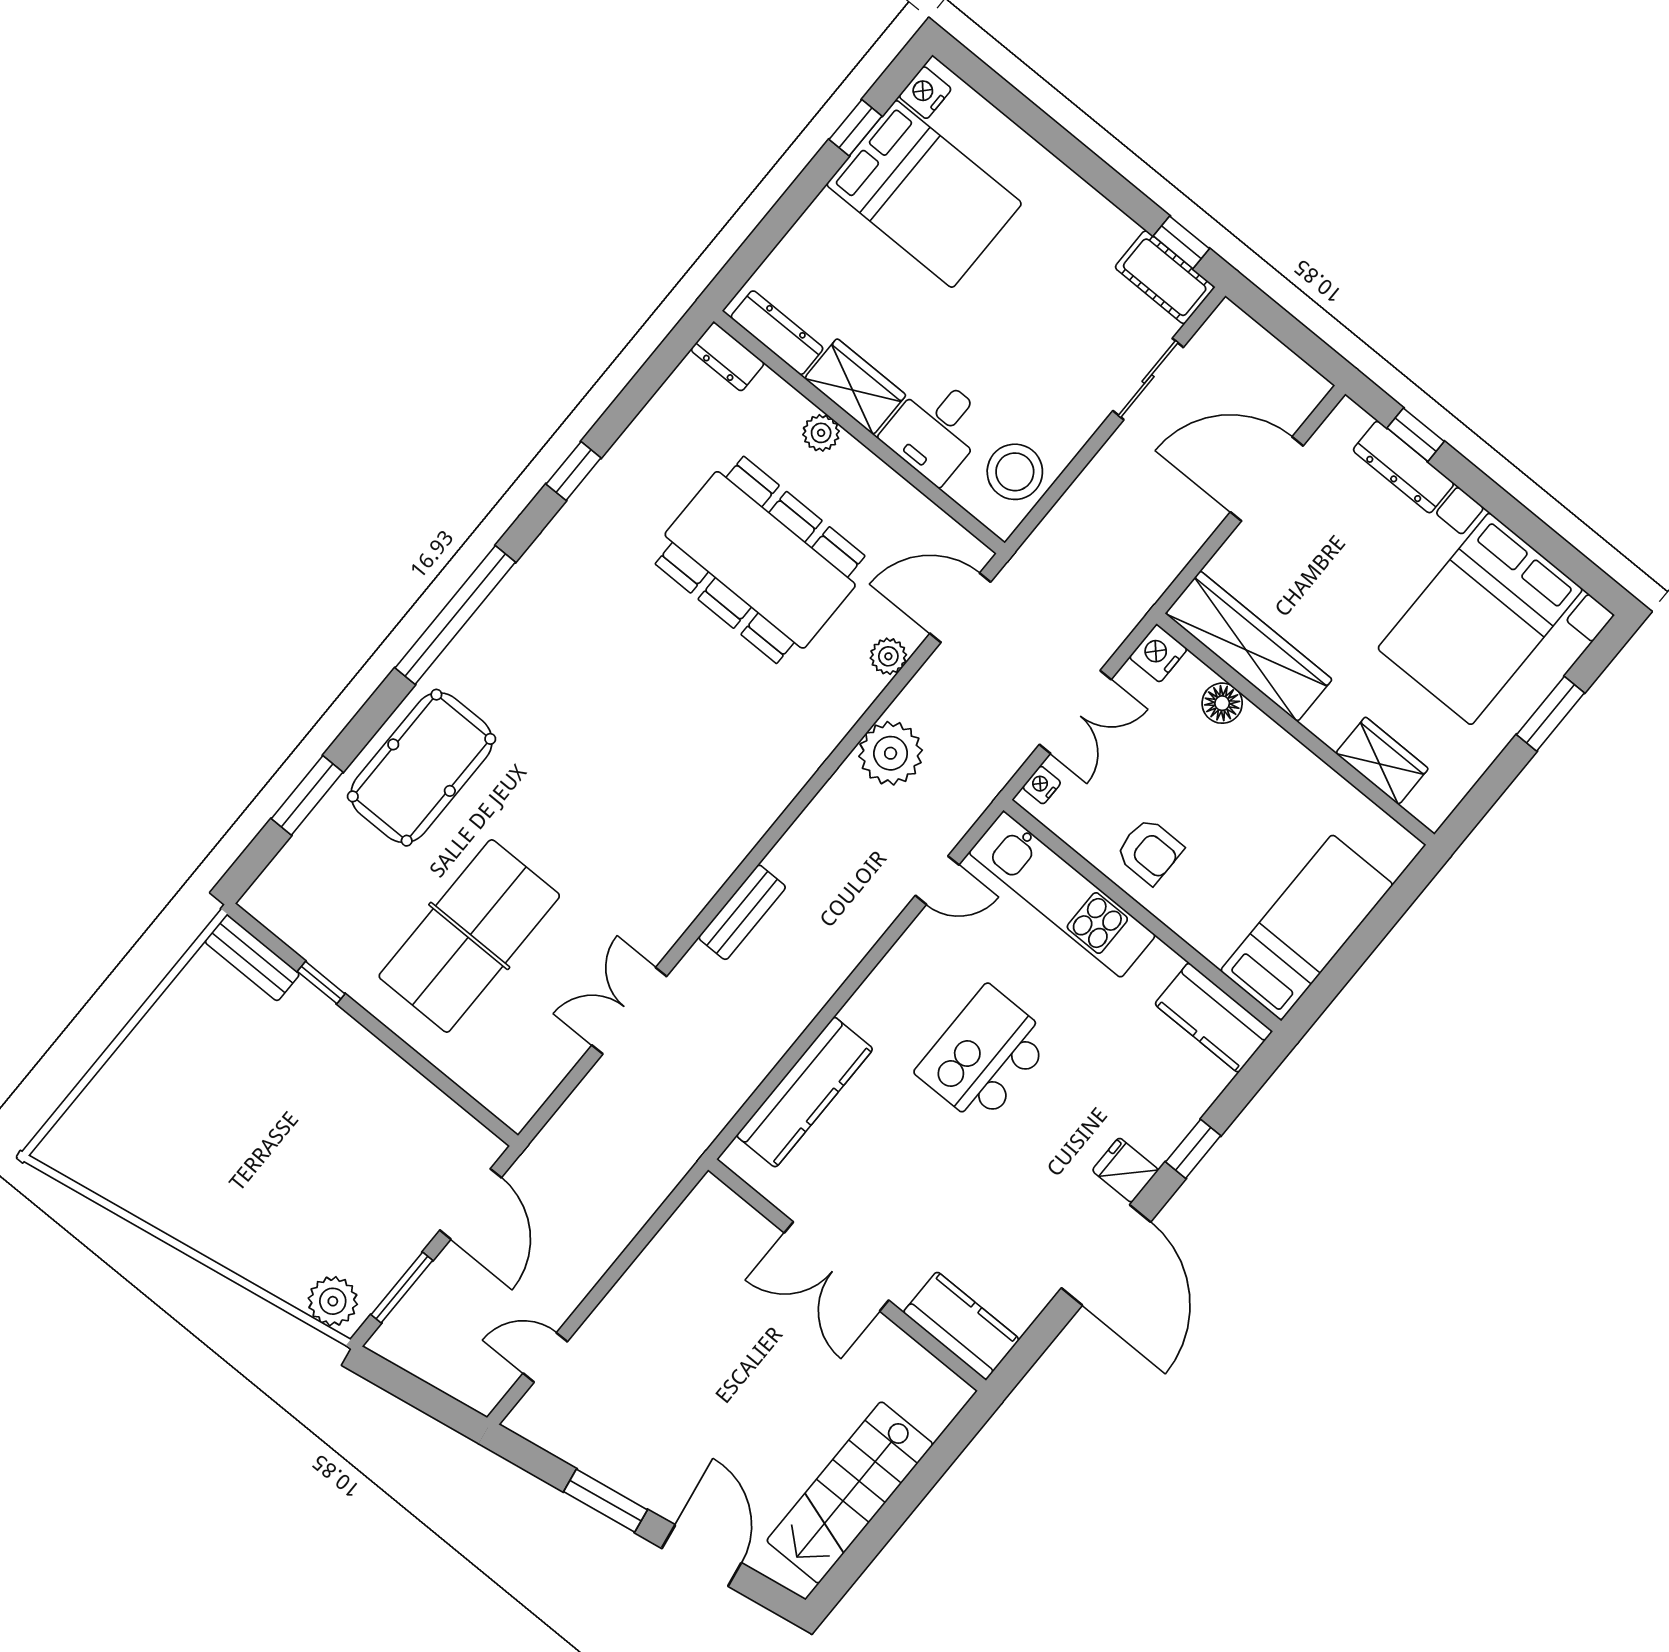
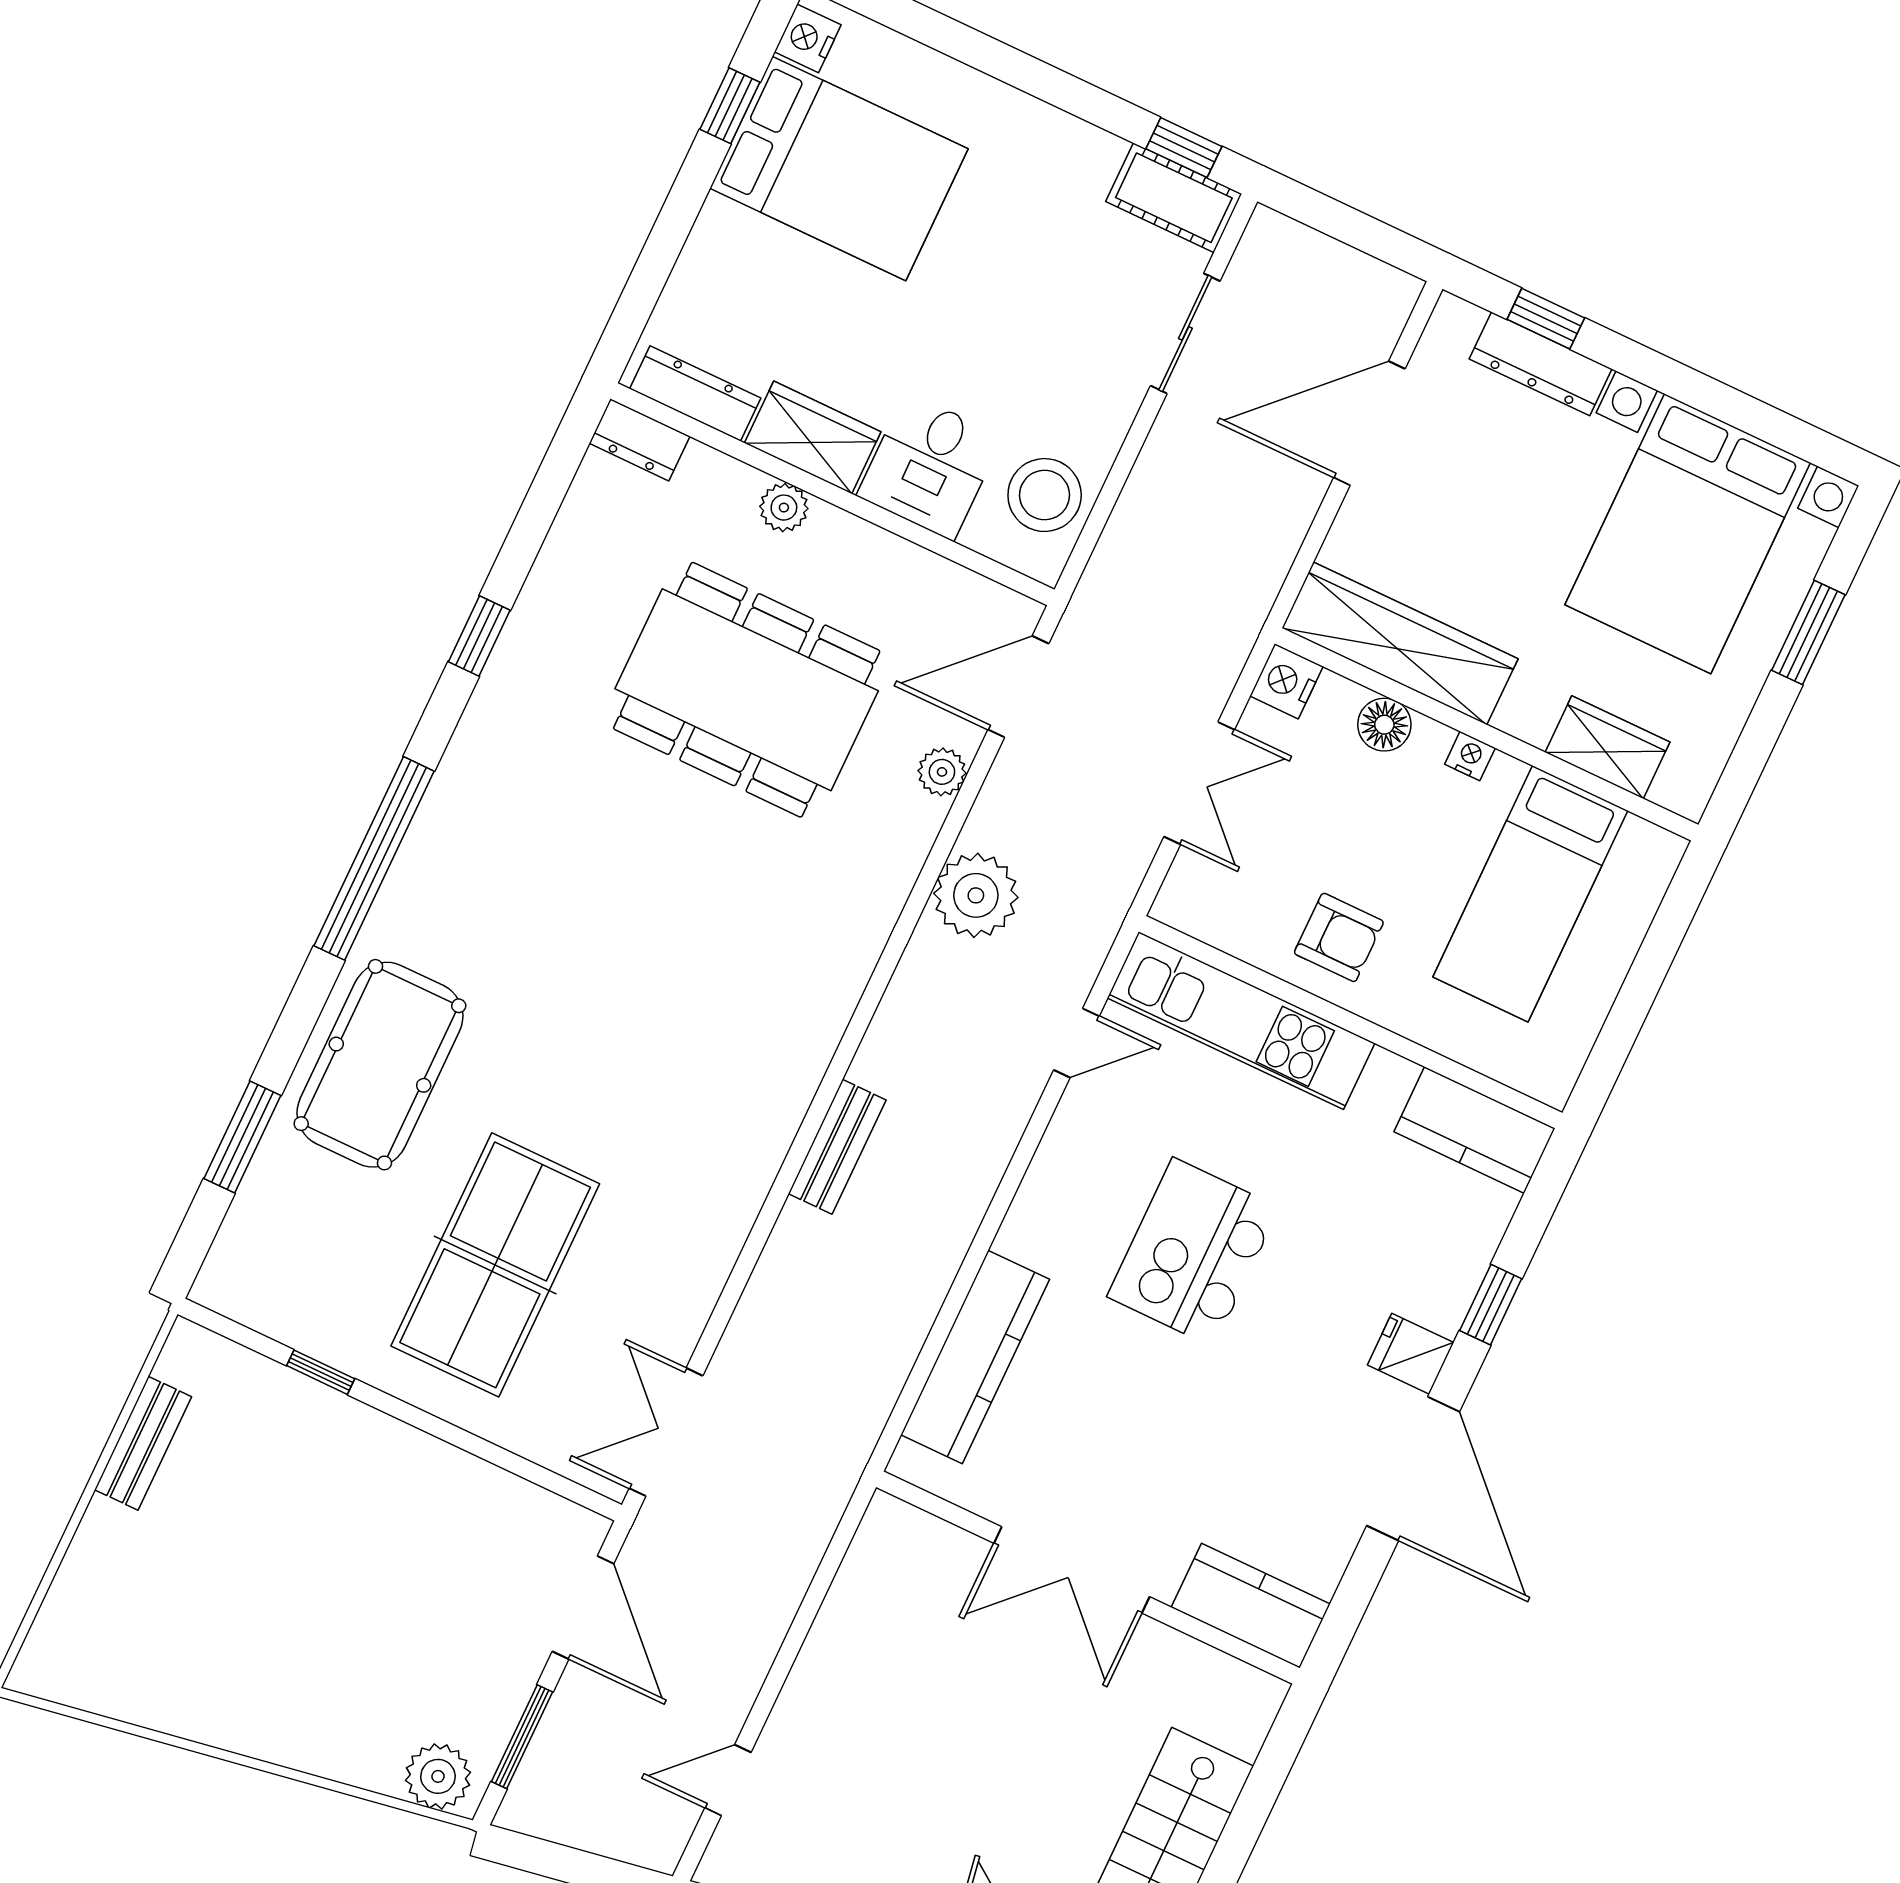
nightstand: (1042, 785) -> (1470, 756), moved, turned 90
bed: (1307, 927) -> (1530, 894), moved, turned 180
bench: (252, 958) -> (143, 1443), moved, turned 90
double door: (629, 1011) -> (666, 1432), moved

